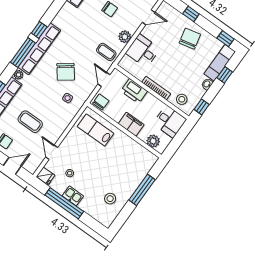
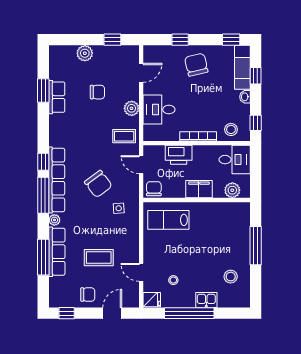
kitchen sink: (73, 196) -> (206, 300), moved

